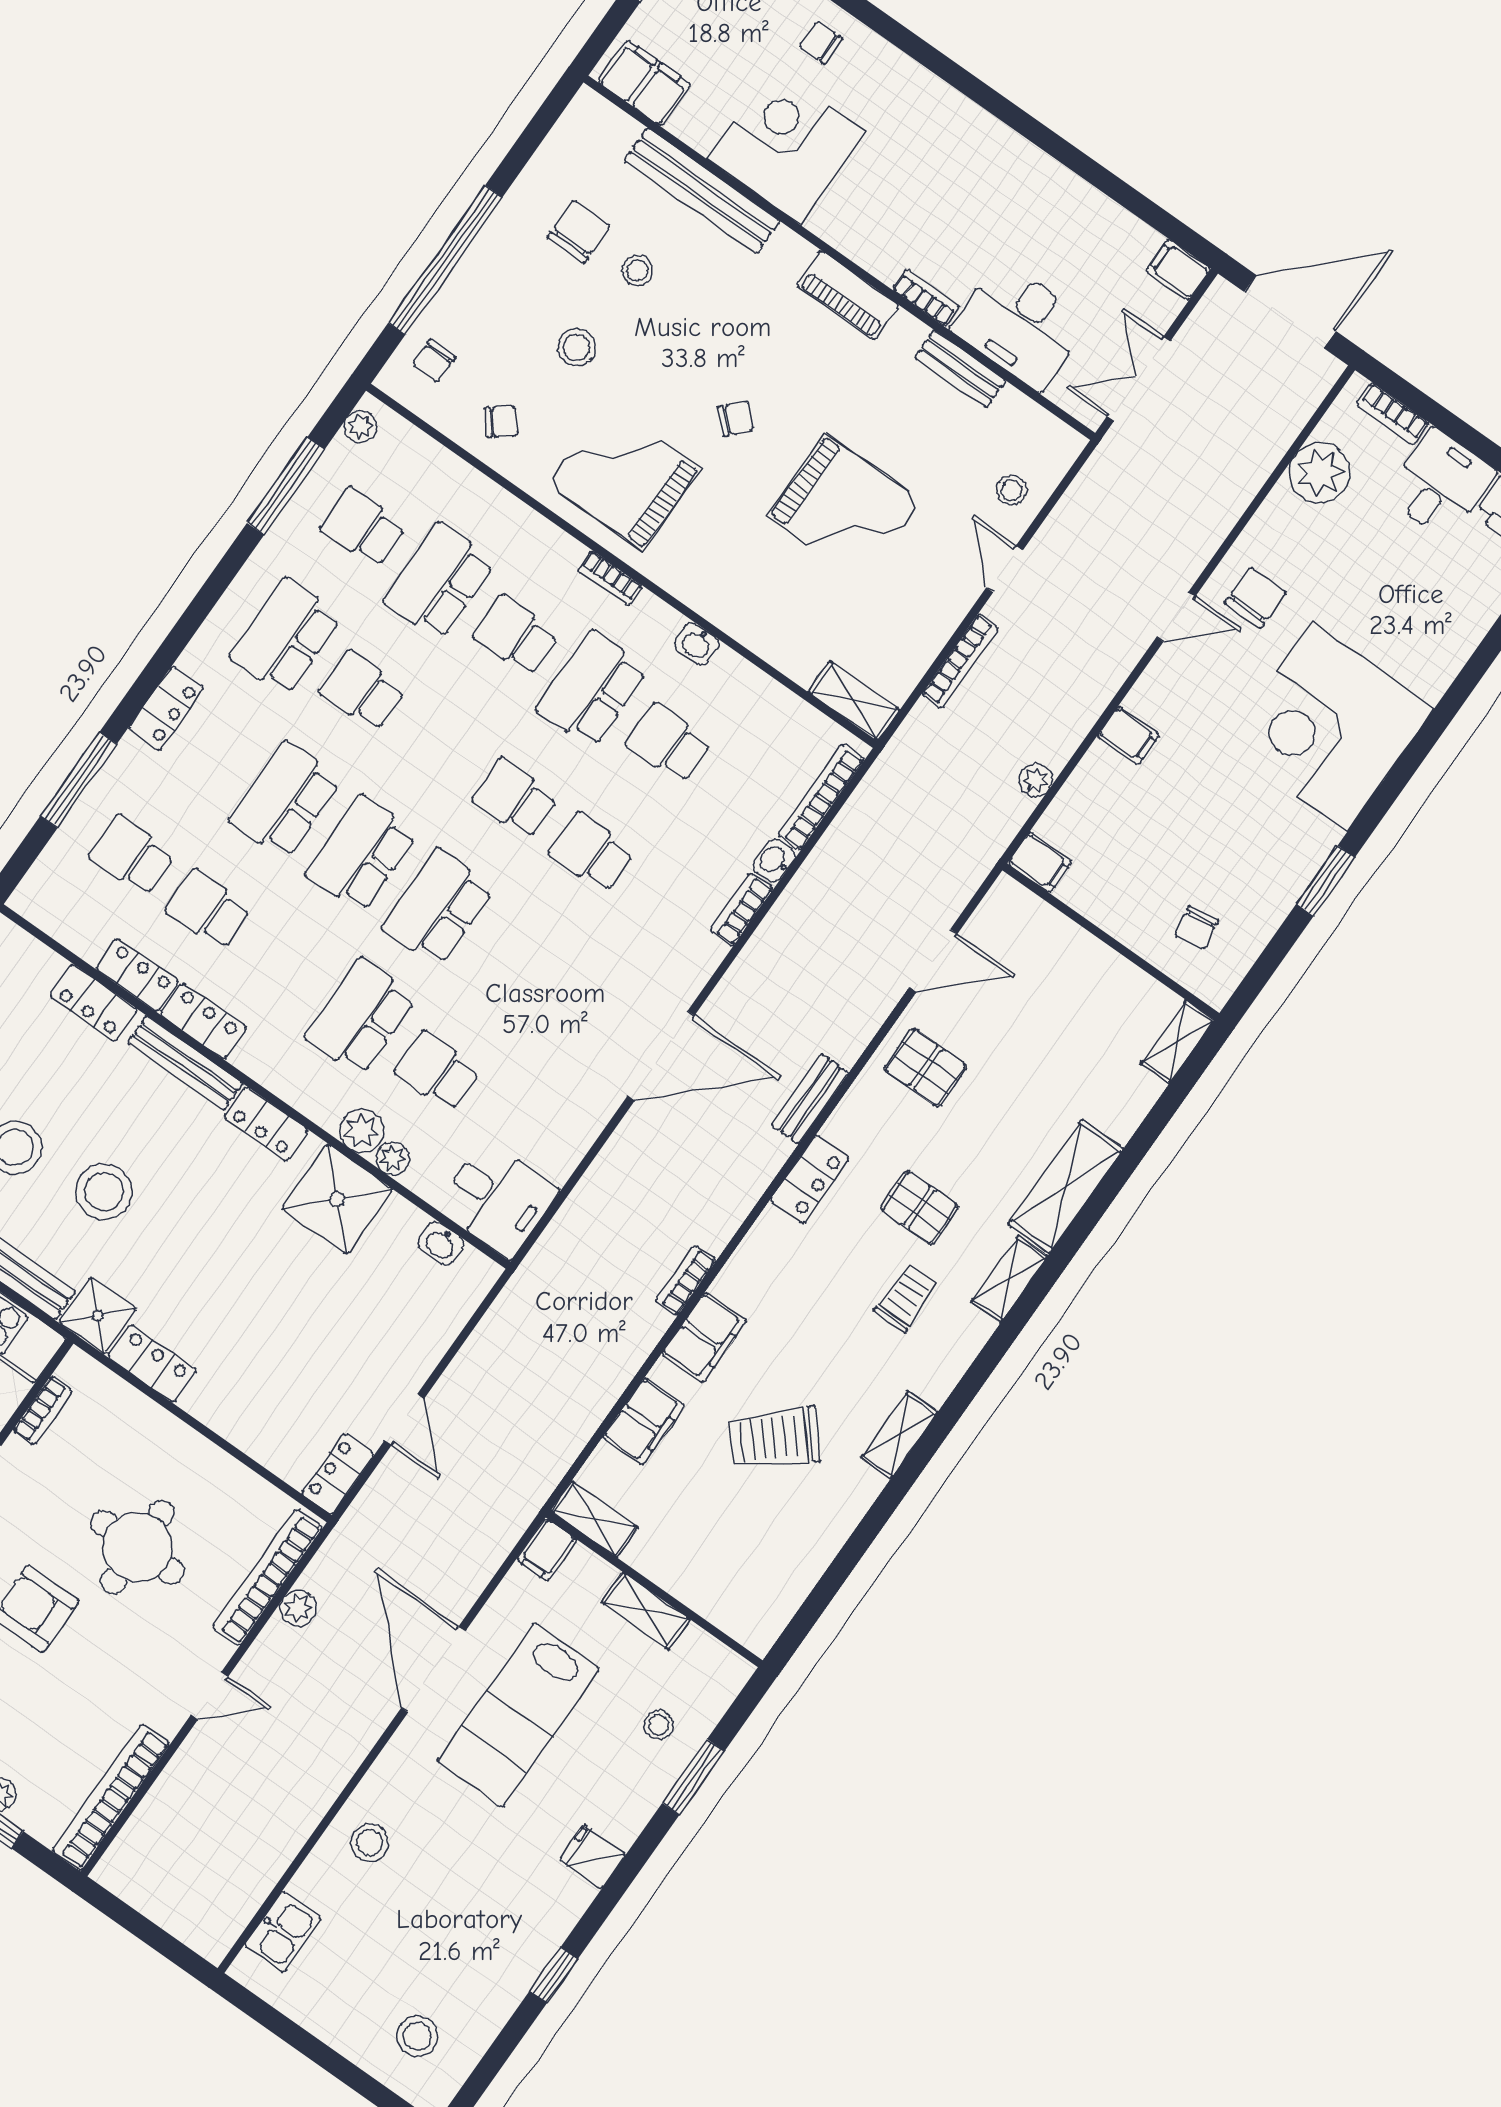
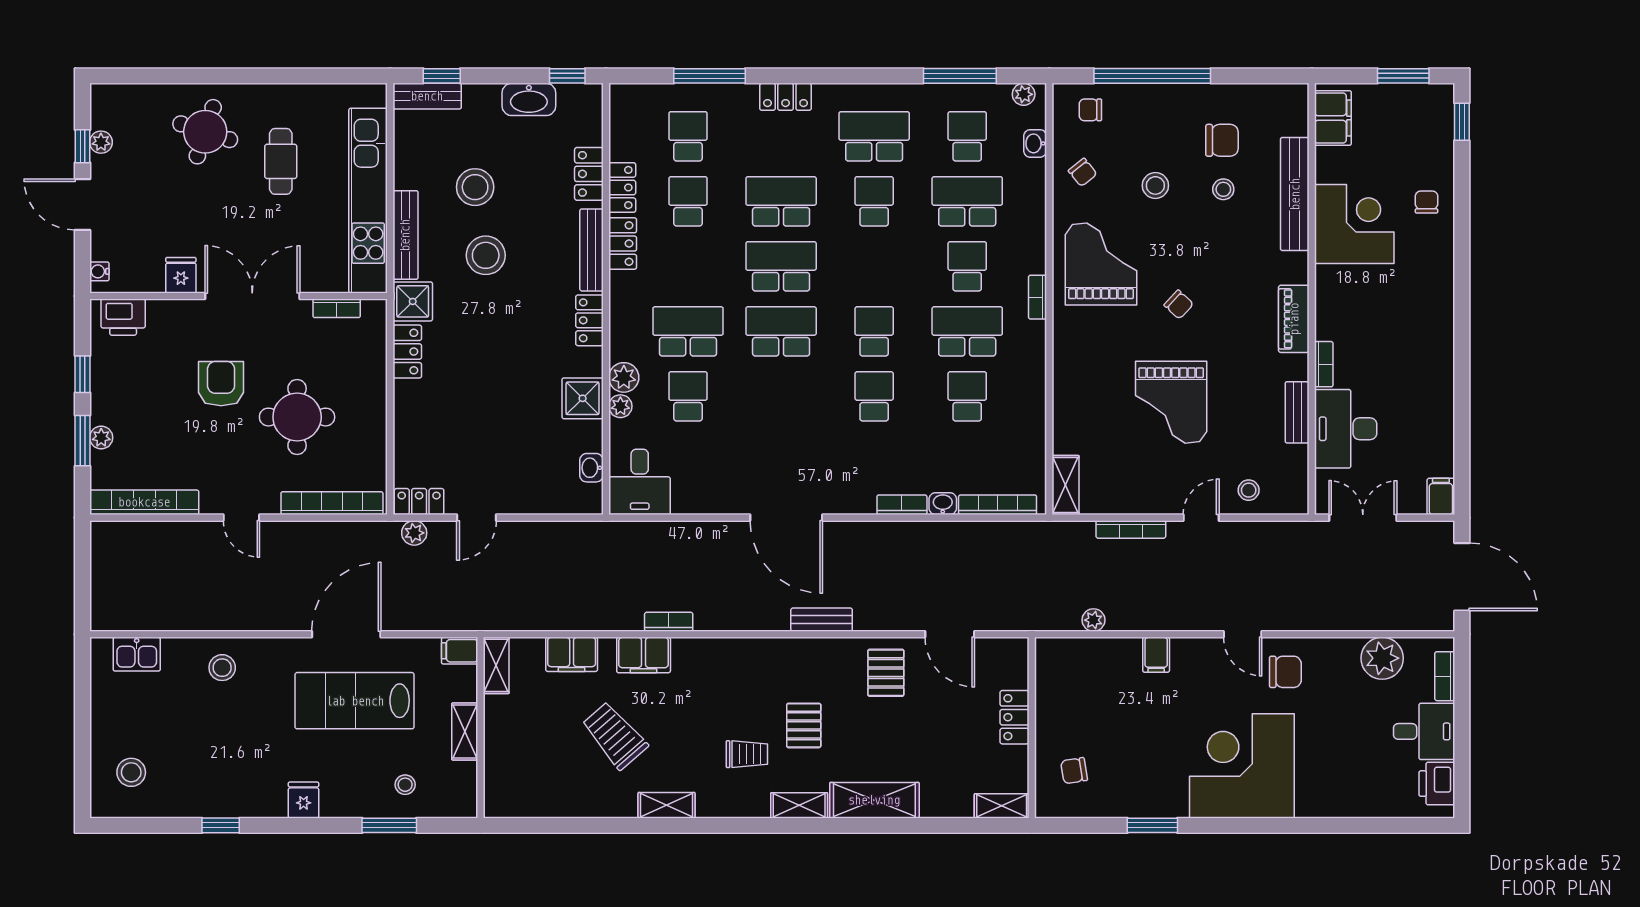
washbasin: (697, 644) -> (1035, 143), moved
filing cabinet: (1040, 862) -> (1048, 656), removed
locker: (809, 1179) -> (1014, 717), moved, turned 90
shower: (337, 1199) -> (583, 398), width x0.73, depth x0.73
plant: (298, 1608) -> (414, 533), moved

